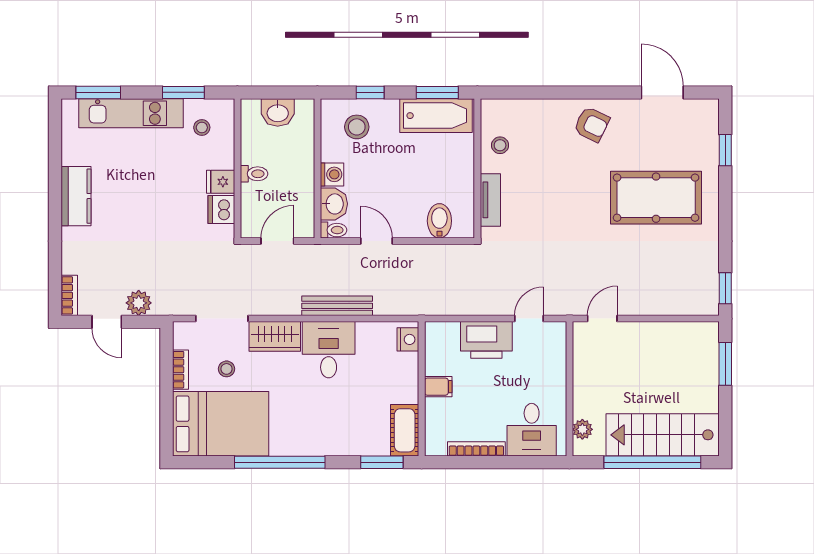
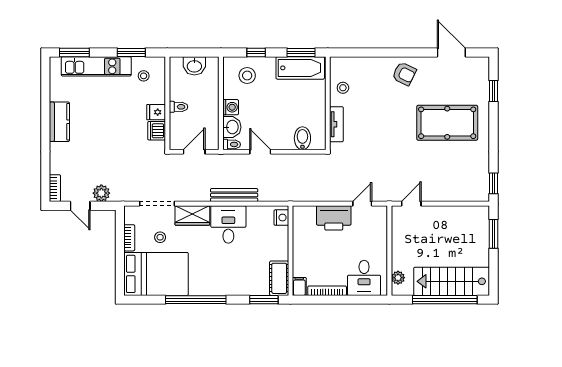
filing cabinet: (438, 387) -> (299, 286), moved, turned -90

